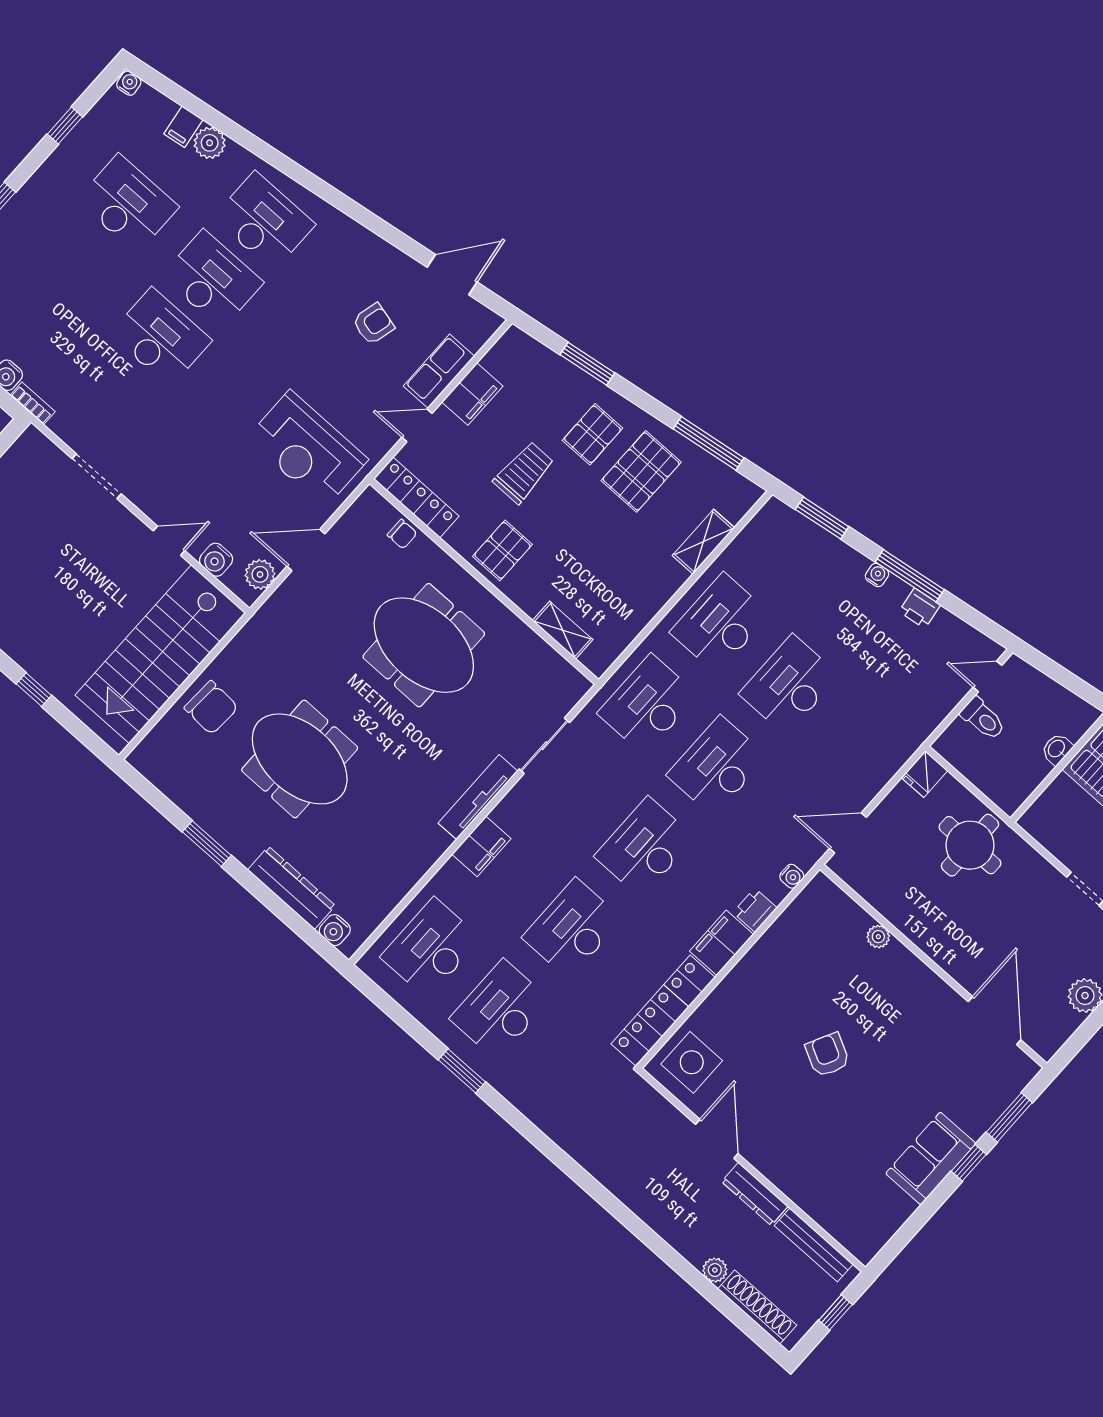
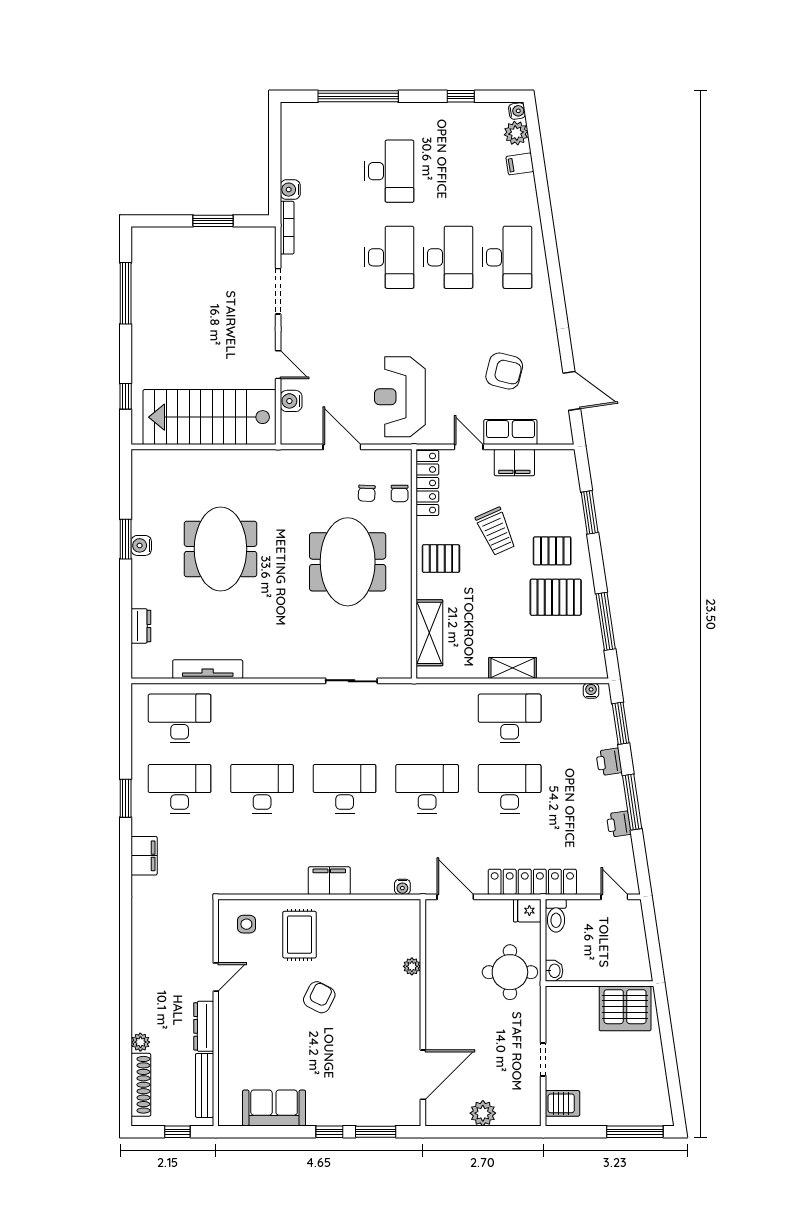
plant: (210, 143) -> (516, 133), moved
desk: (128, 204) -> (389, 171), moved
armchair: (373, 324) -> (504, 371), width x1.38, depth x1.38
bookcase: (33, 403) -> (287, 228), width x1.56
trolley: (524, 473) -> (496, 531), turned 66
shelving: (703, 542) -> (513, 668), moved
plant: (260, 574) -> (305, 433), removed
water cooler: (877, 575) -> (591, 691), moved, turned -82
shelving: (563, 630) -> (429, 633), width x1.50, depth x1.33
window: (34, 690) -> (126, 396), moved
desk: (648, 704) -> (427, 718), removed
chair: (211, 708) -> (367, 493), moved, width x0.54, depth x0.54
toilet: (983, 719) -> (556, 916), moved
washbasin: (1057, 749) -> (554, 971), moved, turned 90
tv unit: (478, 797) -> (208, 669), moved
filing cabinet: (481, 846) -> (144, 856), moved, turned -90
dresser: (291, 888) -> (141, 626), width x0.51, depth x0.80
printer: (755, 910) -> (609, 762), moved, turned -98
water cooler: (335, 930) -> (141, 545), moved
locker: (663, 1011) -> (532, 882), moved
rug: (749, 1019) -> (299, 935), added
side table: (692, 1062) -> (246, 924), width x0.54, depth x0.54
door: (717, 1139) -> (216, 977), width x0.73
sofa: (931, 1158) -> (274, 1108), moved

